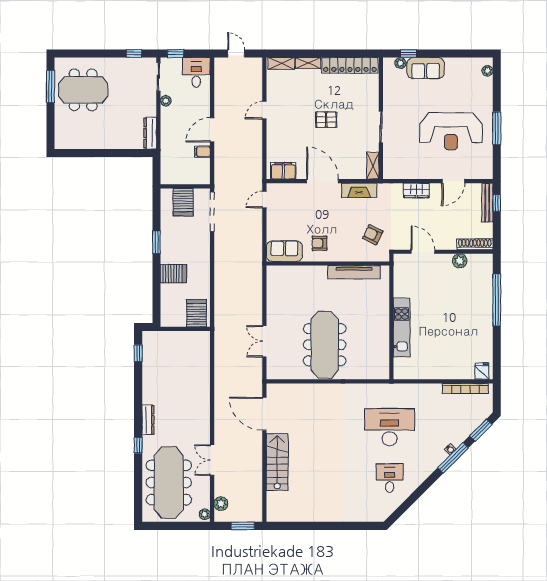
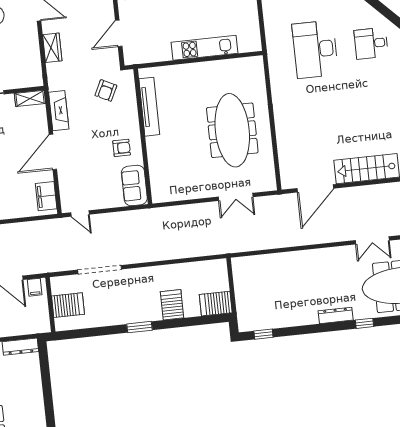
wall: (185, 186) -> (50, 305), moved
server rack: (183, 202) -> (68, 305), moved
armchair: (320, 243) -> (122, 148), turned -90
server rack: (196, 313) -> (216, 304), moved
meeting table: (325, 345) -> (232, 130), turned 90

